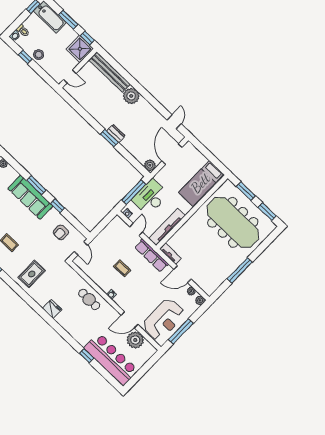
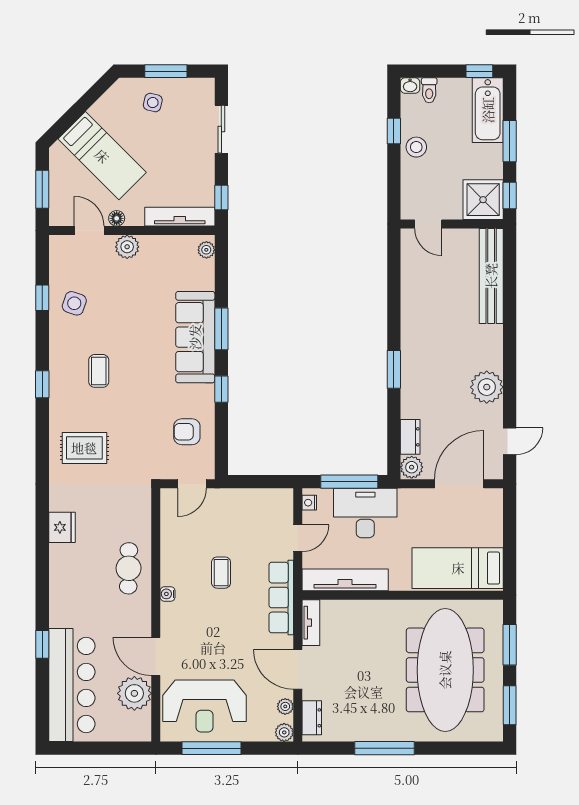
plant: (131, 96) -> (487, 387), moved
dresser: (116, 133) -> (410, 437), moved
dresser: (204, 286) -> (312, 718), added

